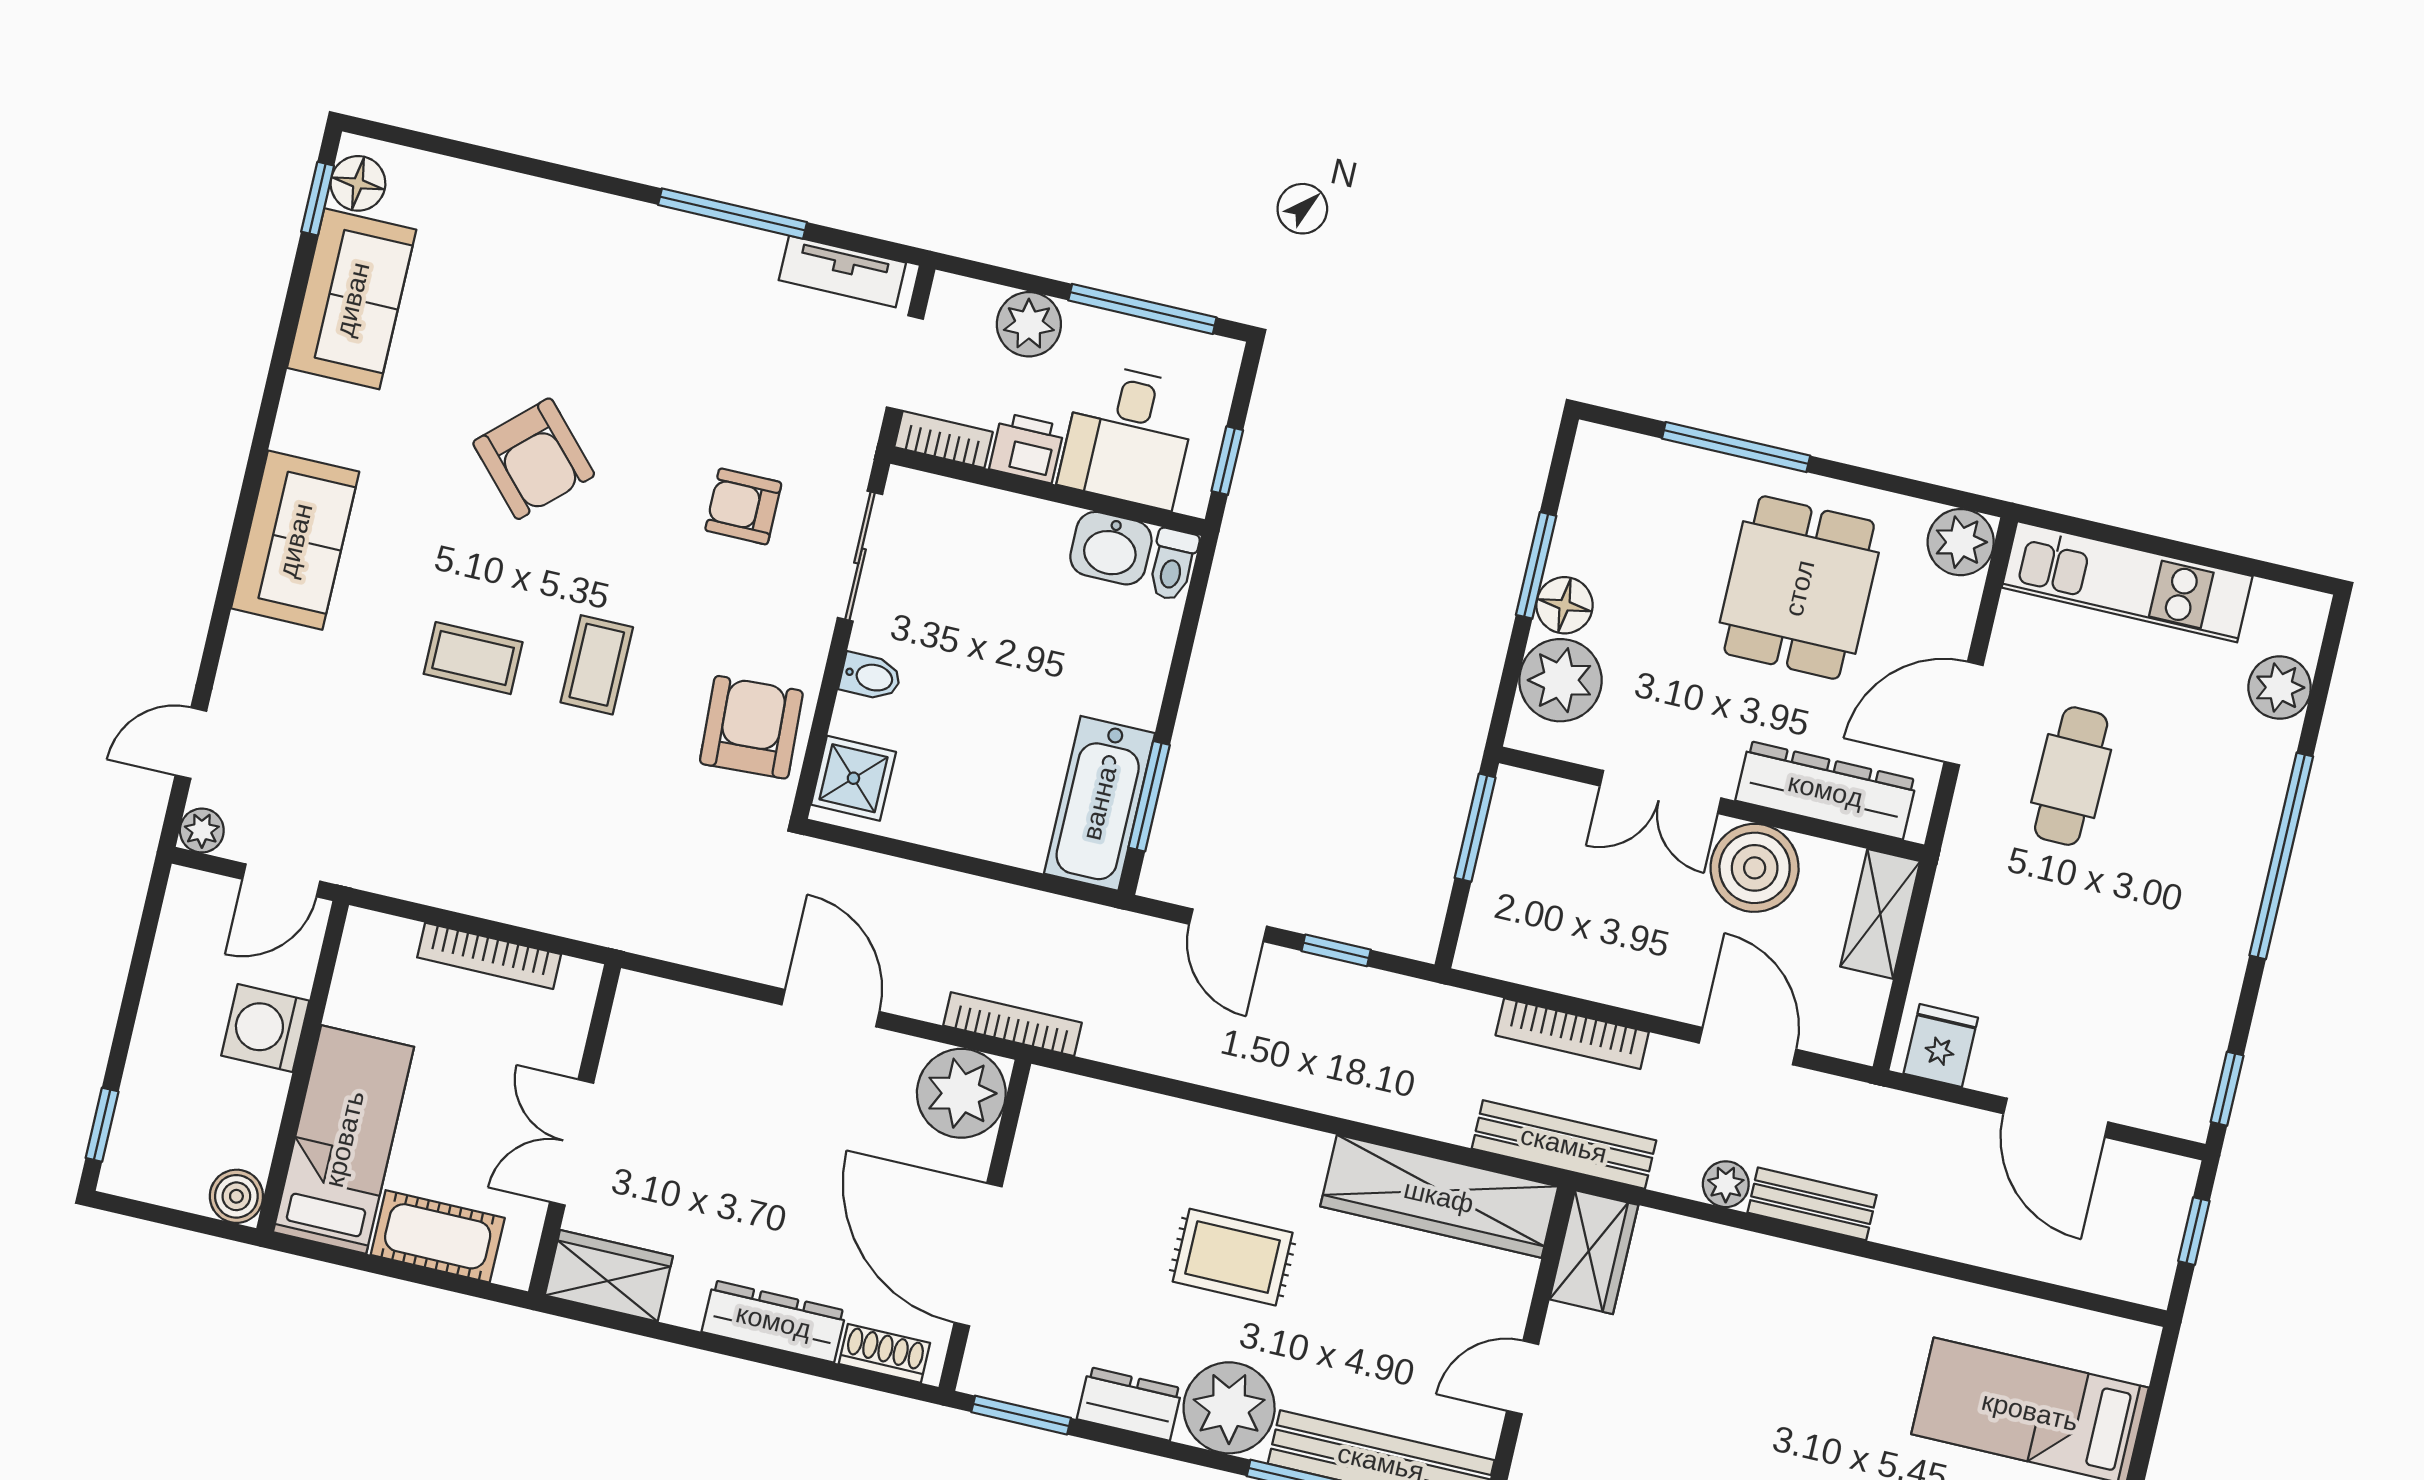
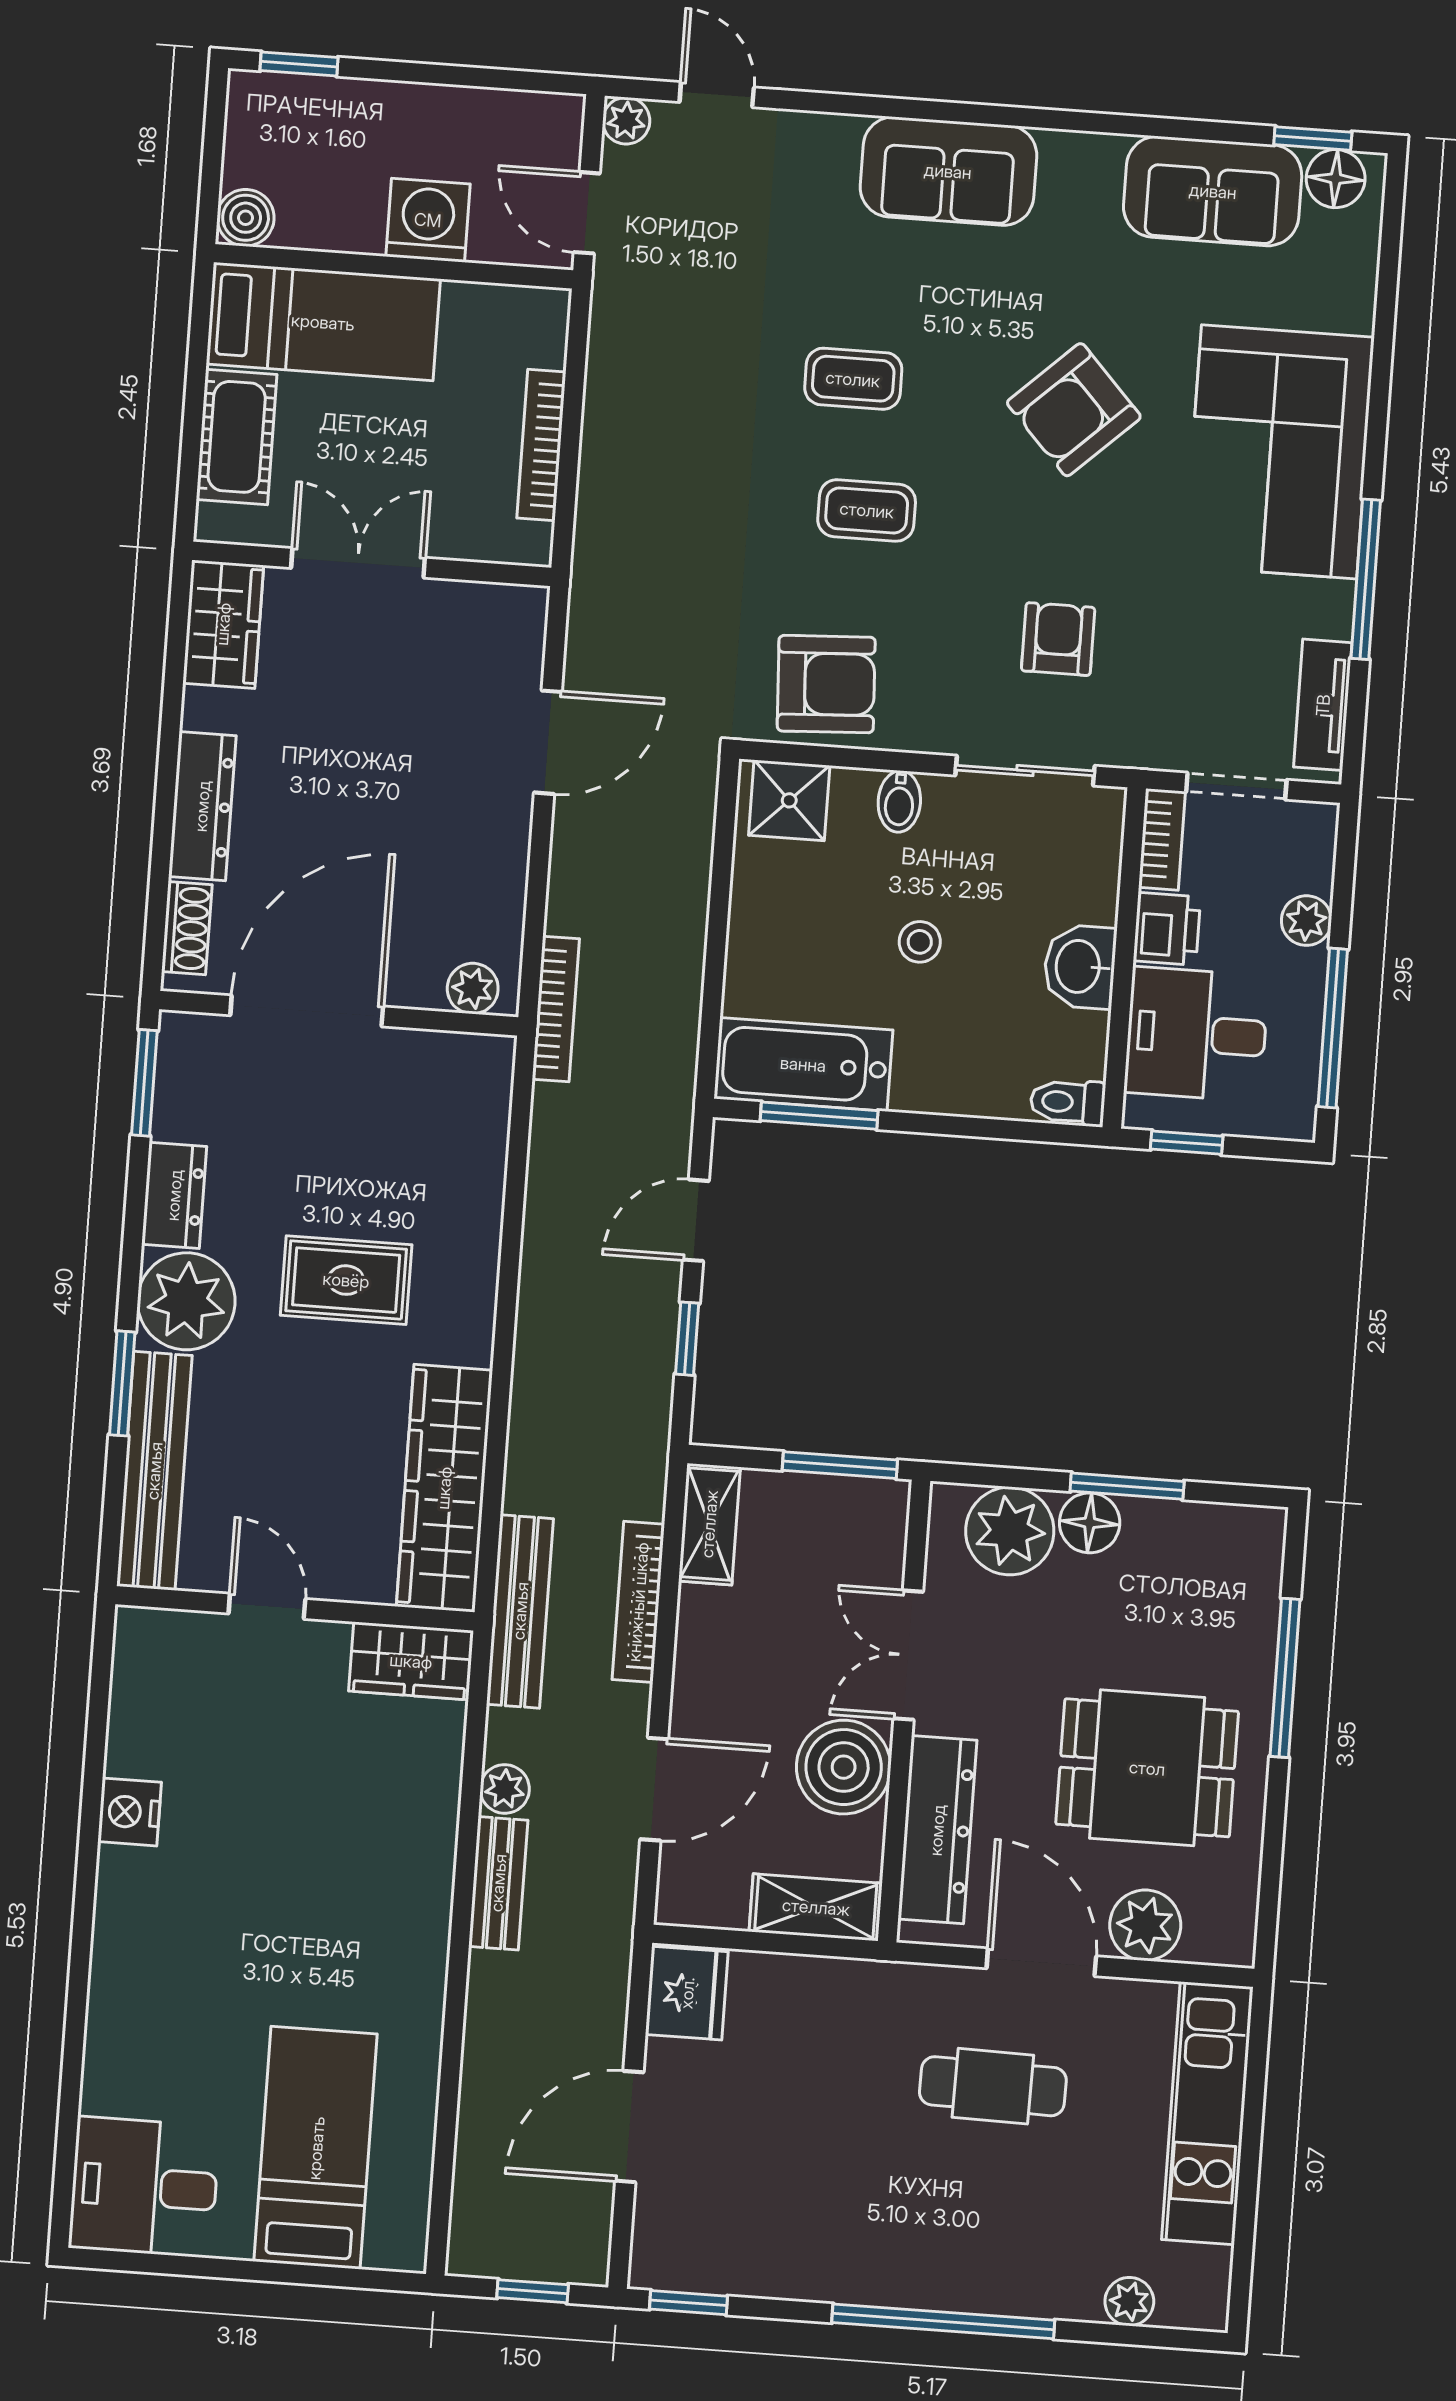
corner sofa: (602, 275) -> (1279, 452), added
plant: (1029, 324) -> (1306, 921), width x0.73, depth x0.73
plant: (1961, 542) -> (1145, 1925), moved
washbasin: (1111, 548) -> (1080, 967), moved
coffee table: (473, 658) -> (853, 379), turned 90
stool: (1003, 678) -> (920, 942), added
plant: (2280, 688) -> (1129, 2302), width x0.73, depth x0.73
shelving: (1511, 957) -> (709, 1524), added
door: (830, 1008) -> (548, 742), moved
fridge: (1941, 1046) -> (687, 1993), width x1.38
plant: (961, 1093) -> (473, 988), width x0.53, depth x0.53
rug: (1233, 1257) -> (346, 1280), turned 90

